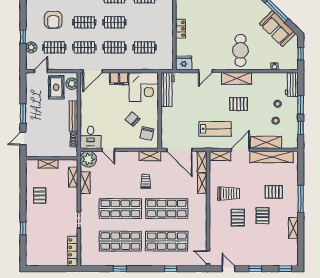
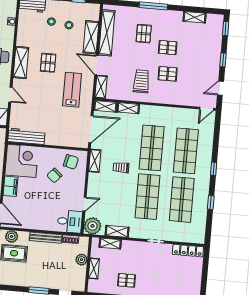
plant: (56, 151) -> (82, 260), added
shelving: (293, 228) -> (195, 17), moved
window: (171, 269) -> (214, 169), moved

